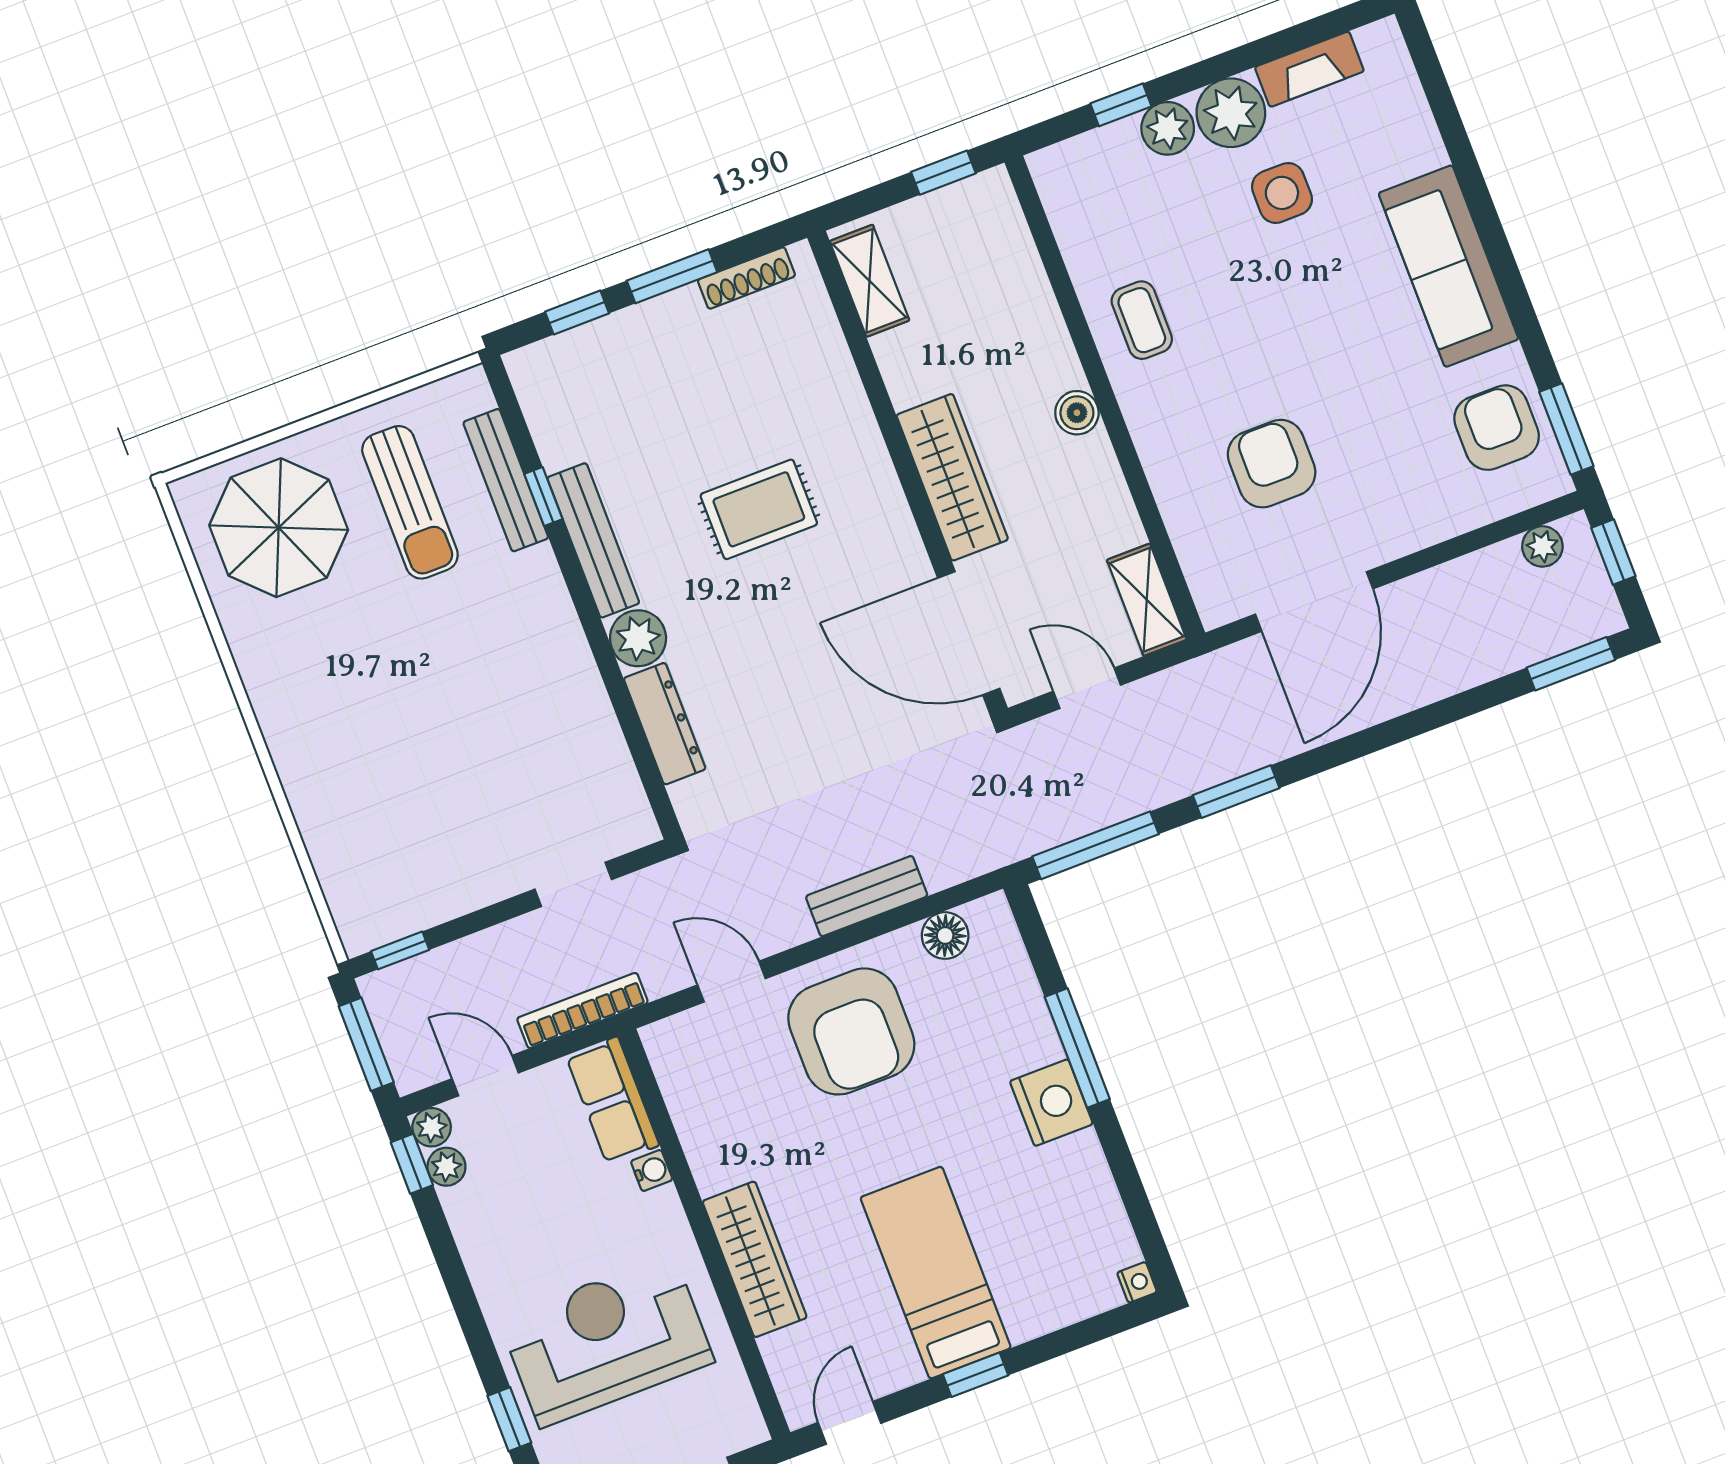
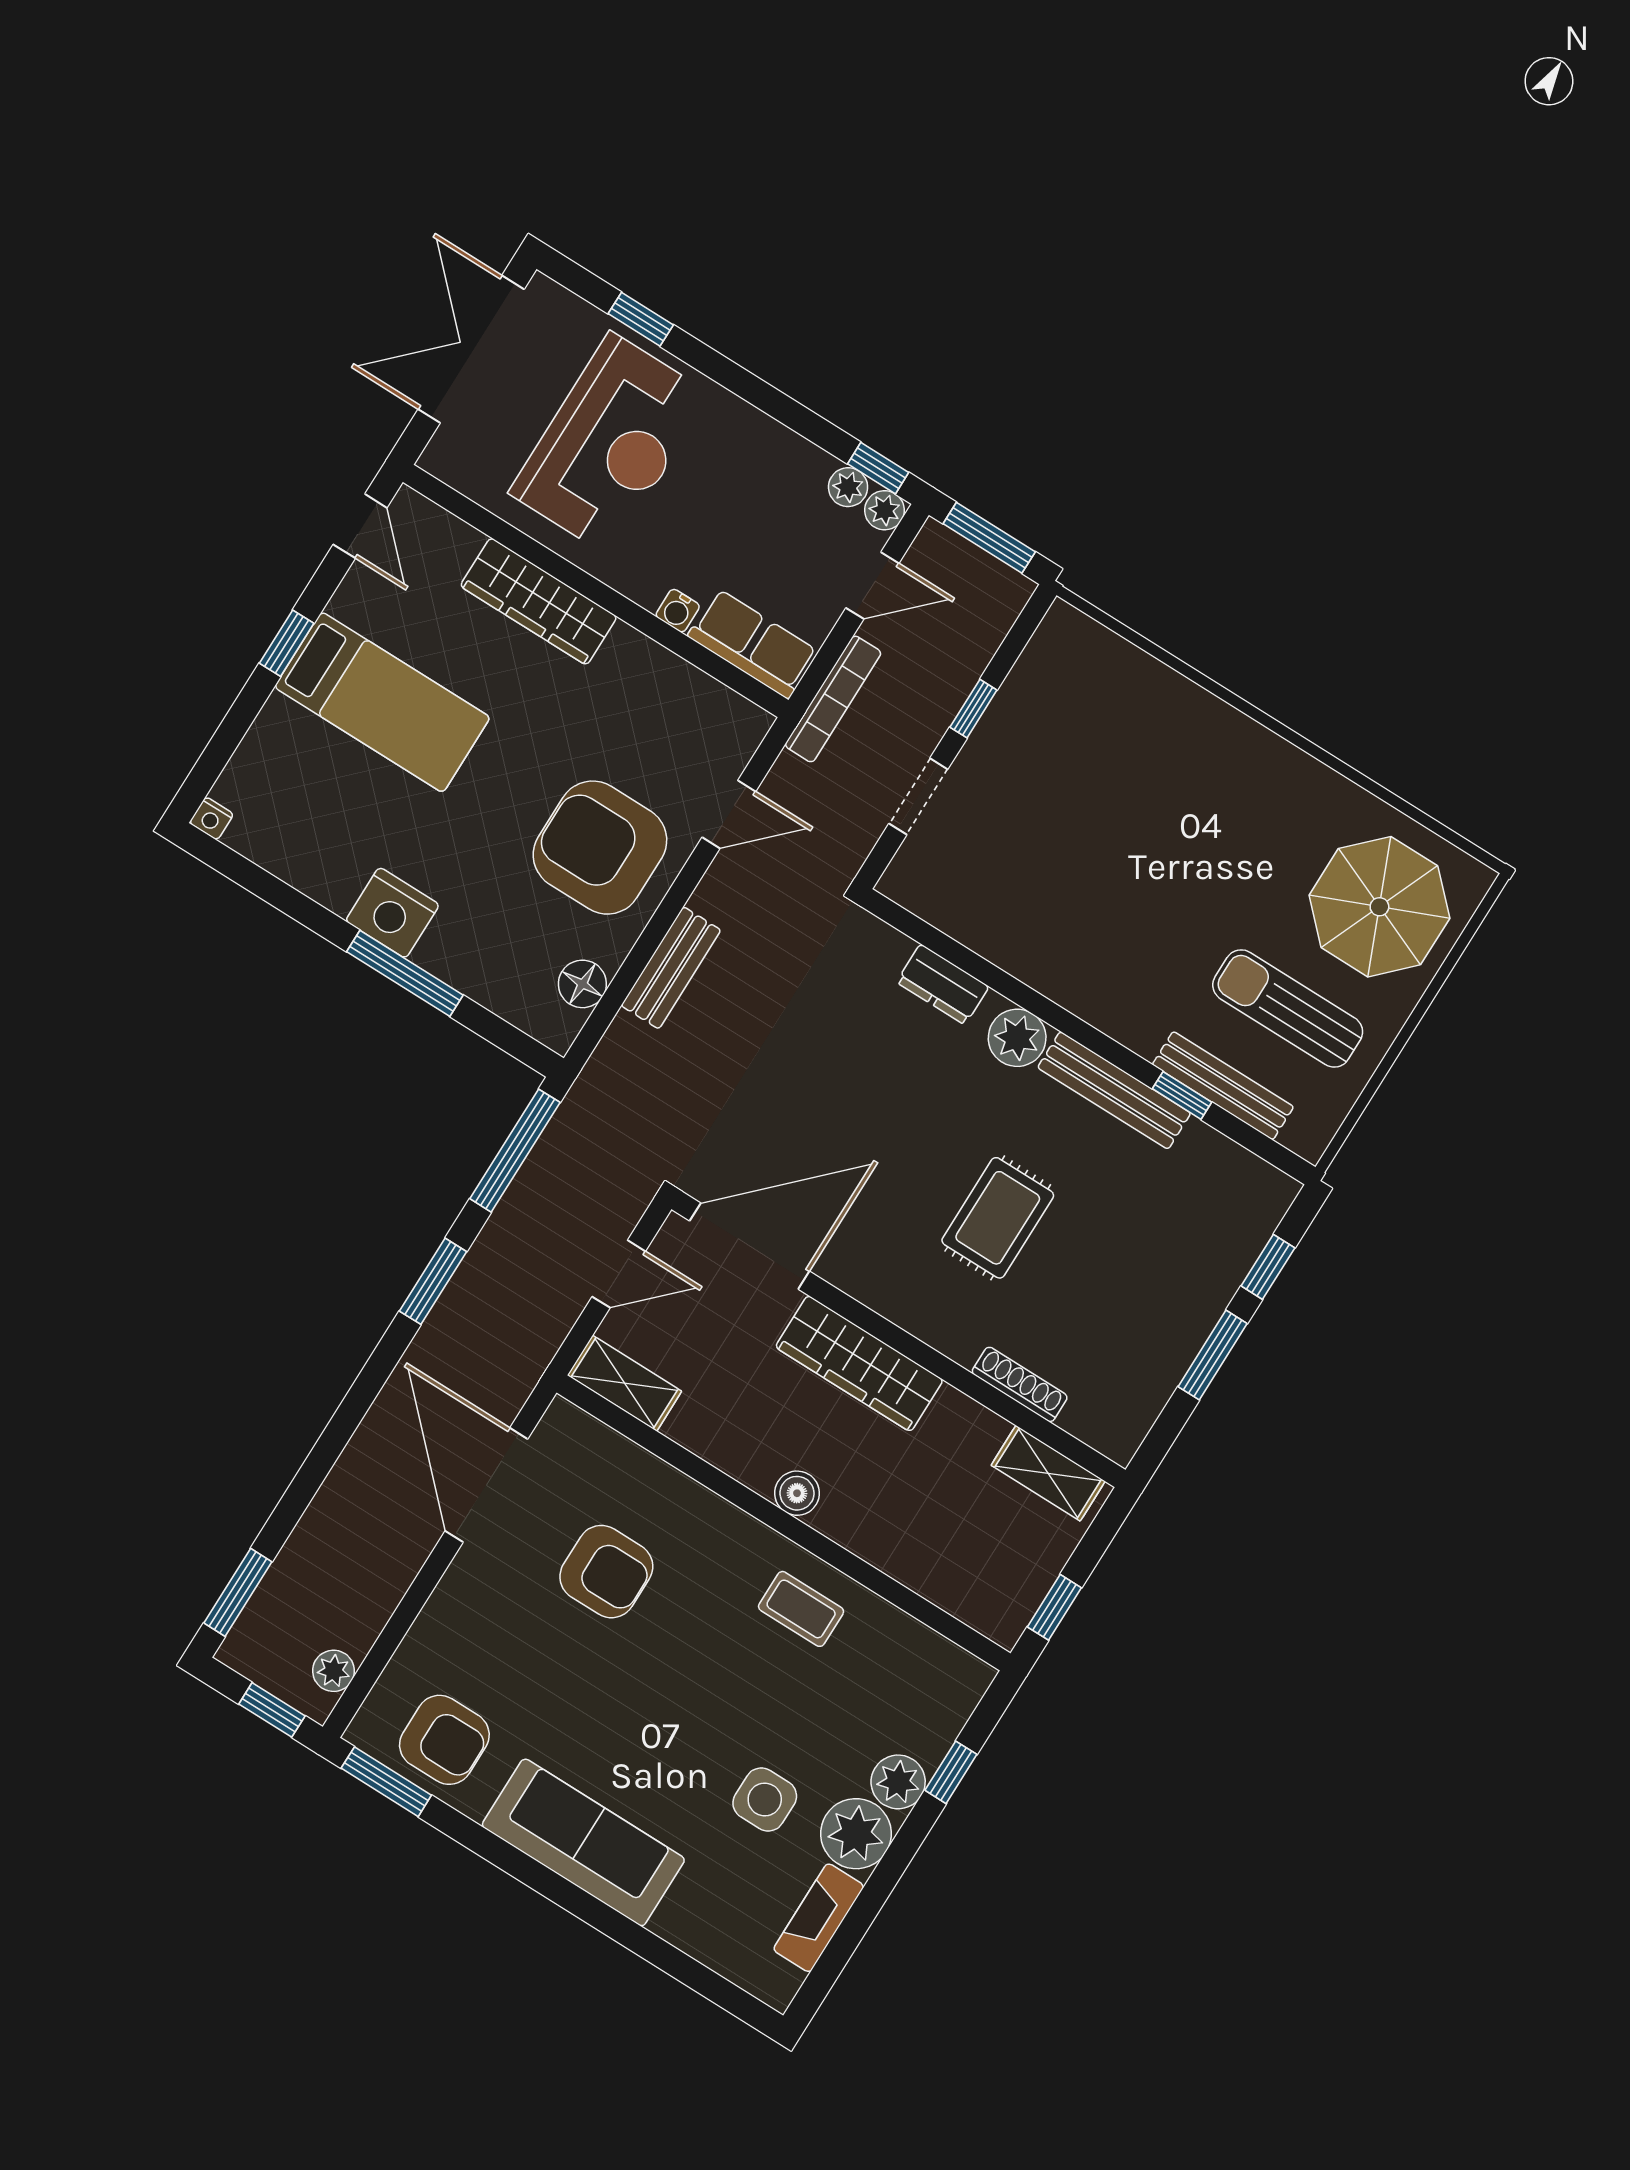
shoe rack: (746, 278) -> (1020, 1384), moved, turned 90
dresser: (665, 724) -> (943, 984), width x0.70
window: (400, 950) -> (973, 709), moved

